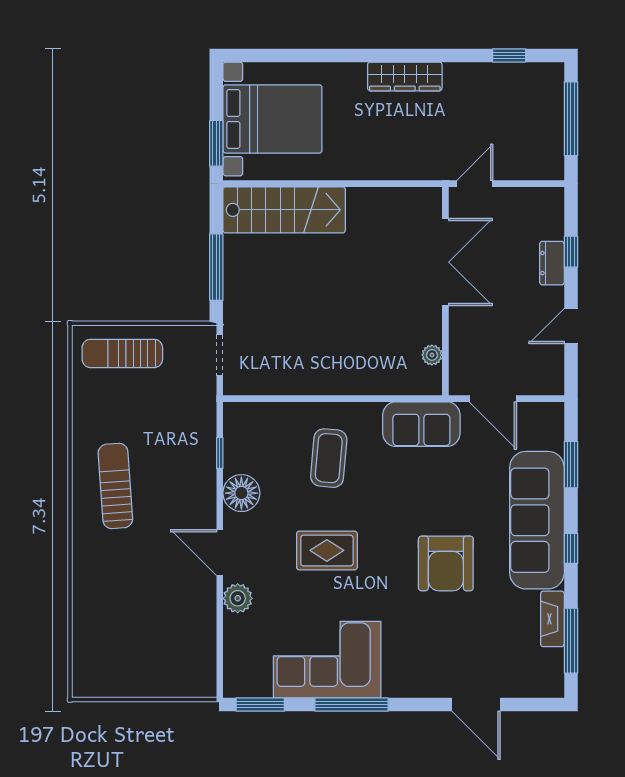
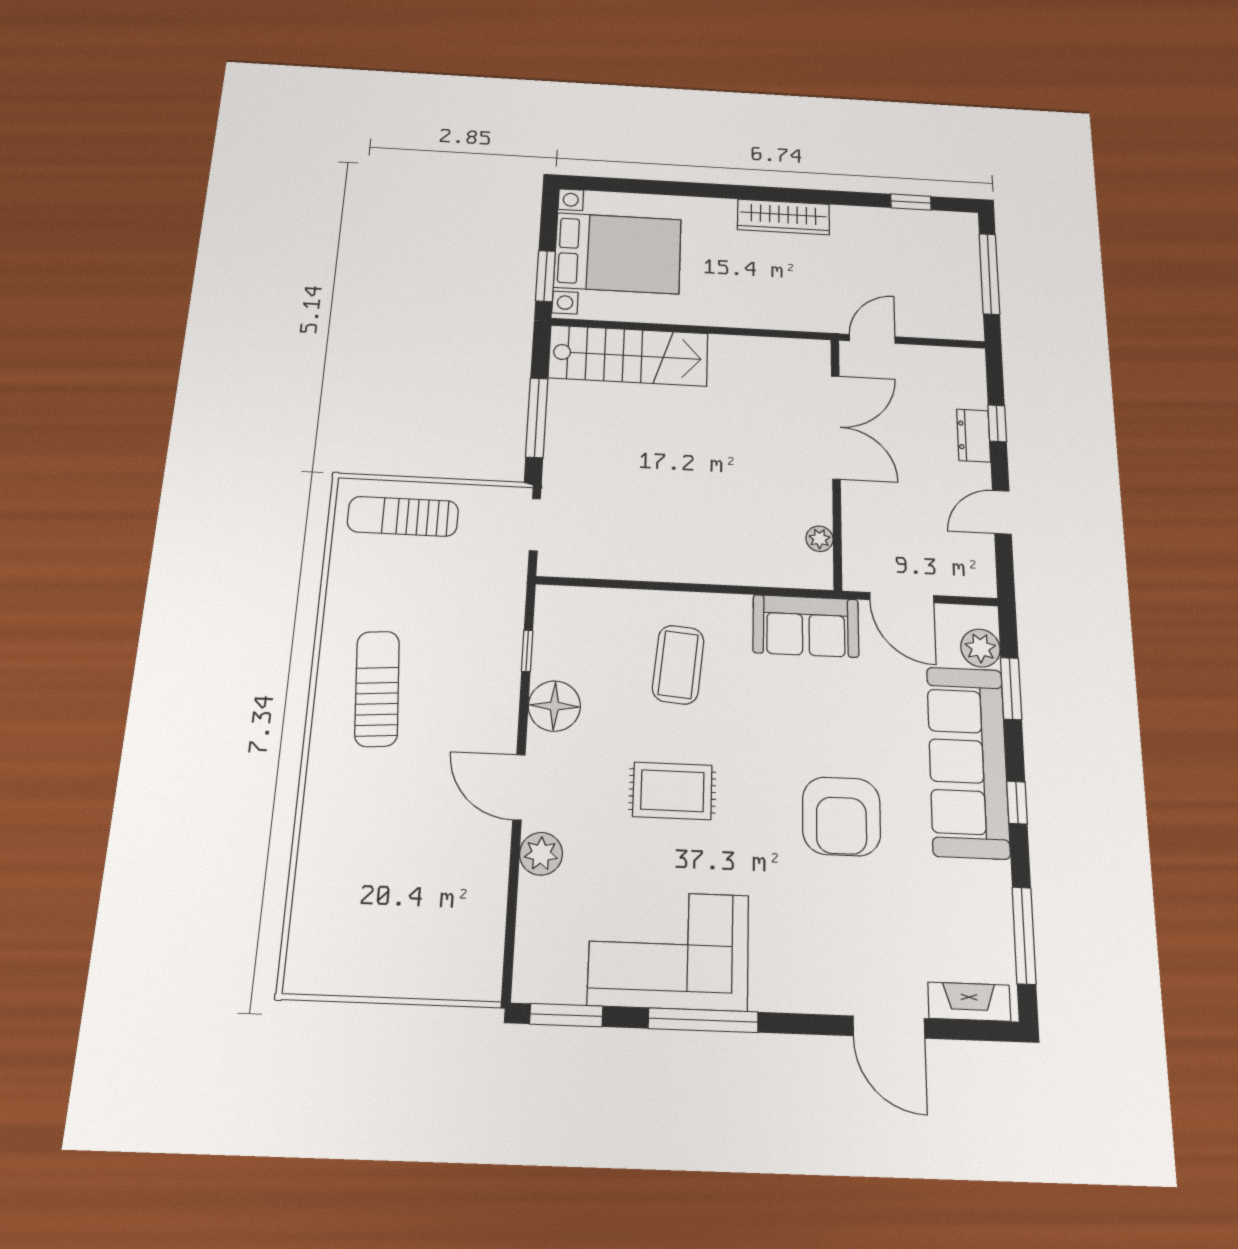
plant: (550, 435) -> (980, 648), added
fireplace: (552, 619) -> (969, 1002), moved, turned 90

